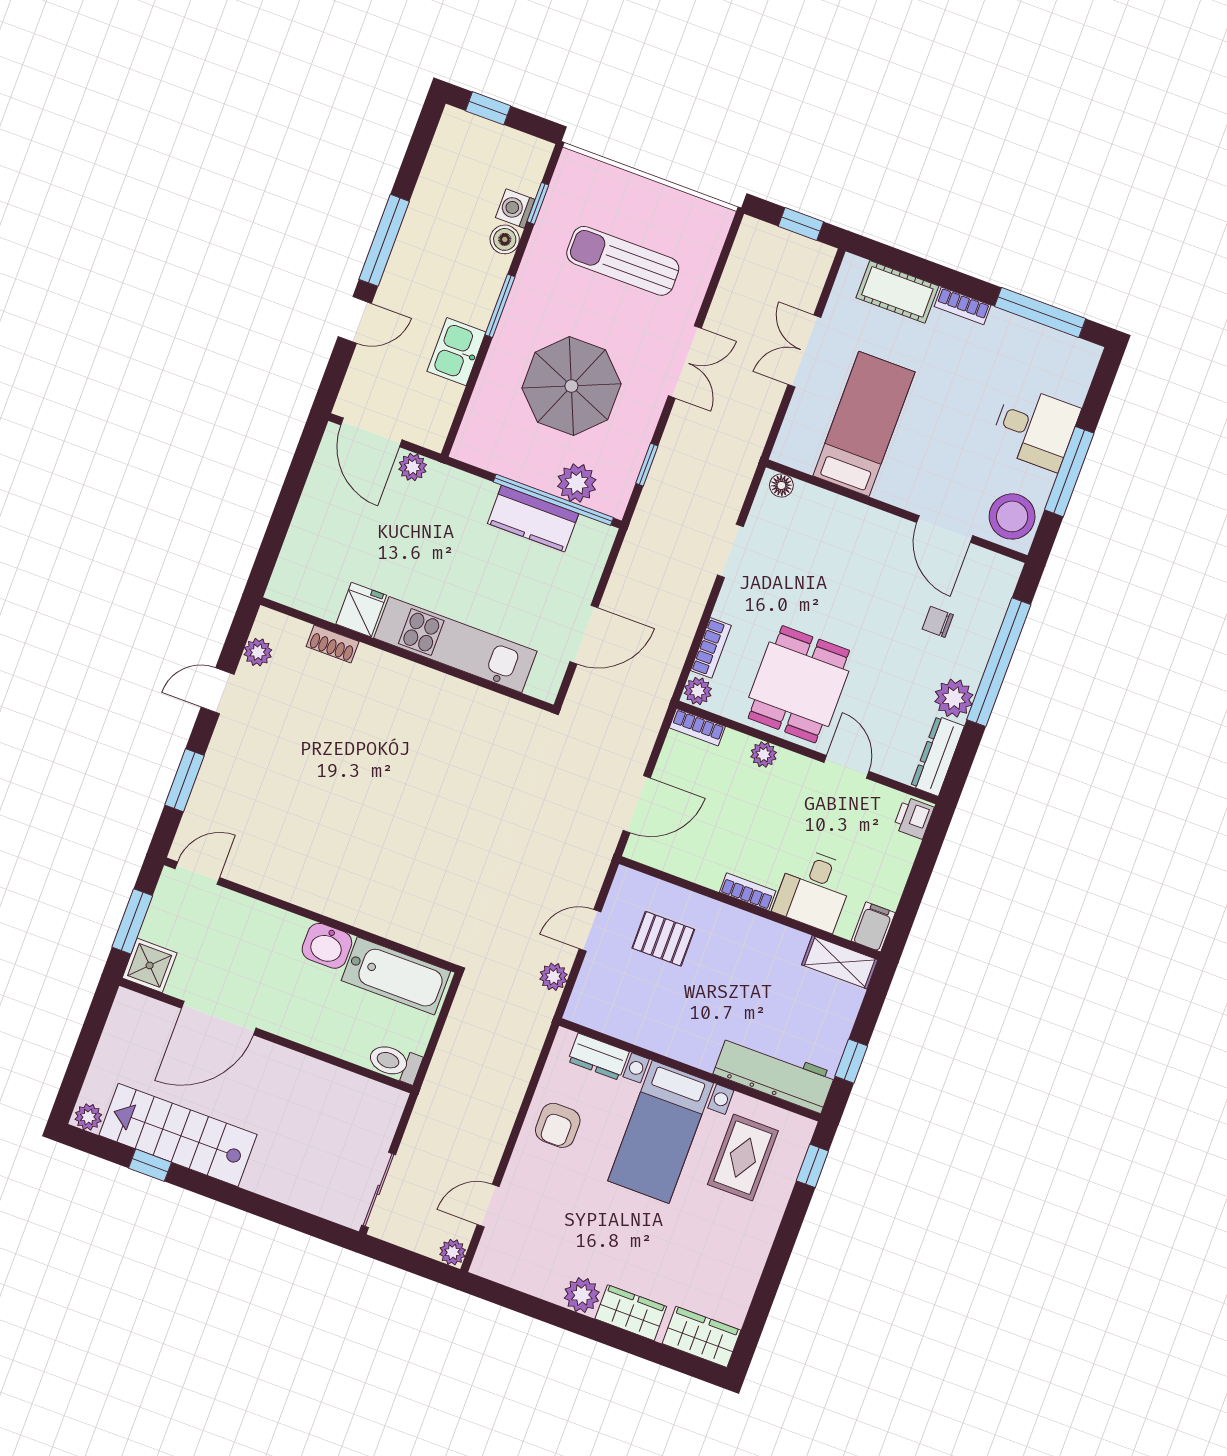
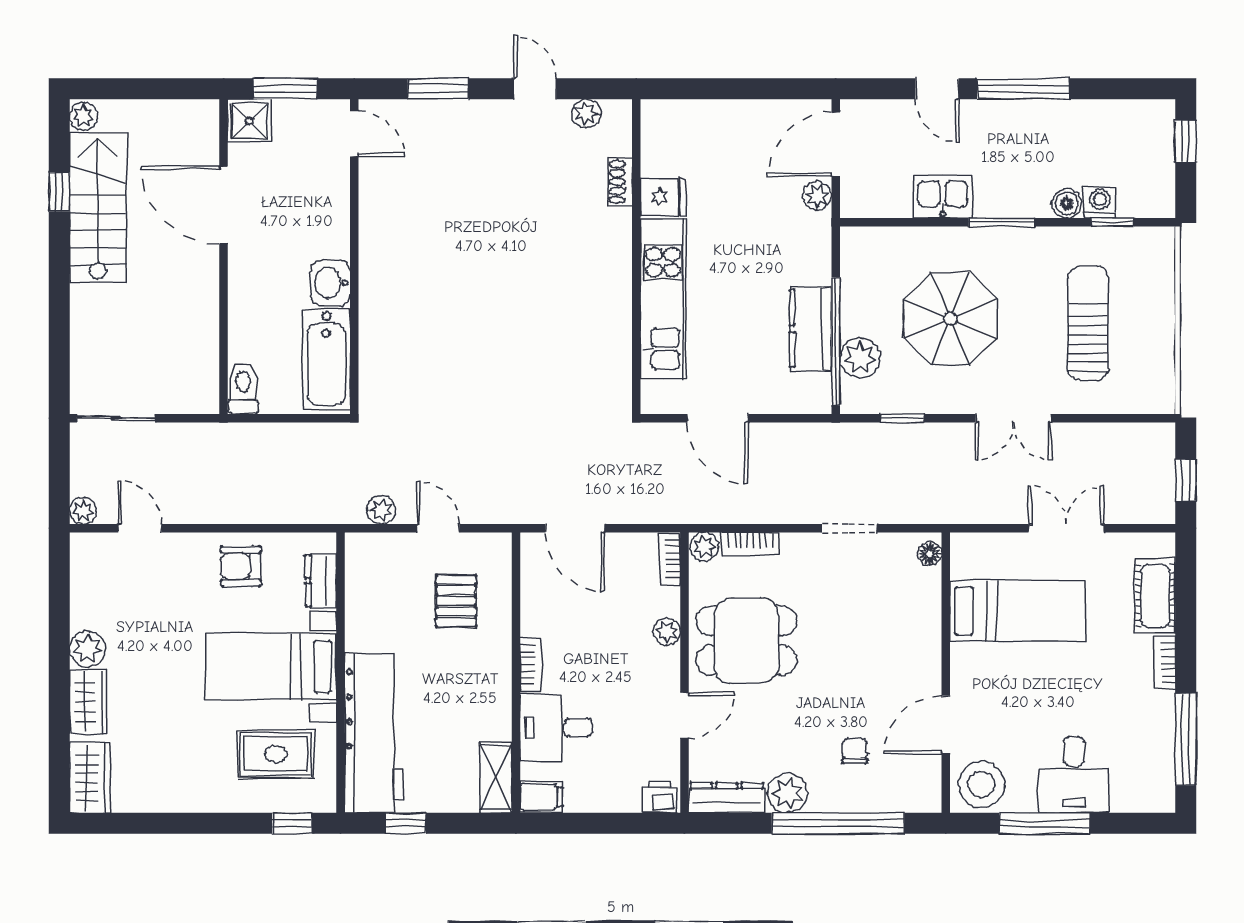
workbench: (774, 1074) -> (374, 733), width x1.36, depth x1.32

